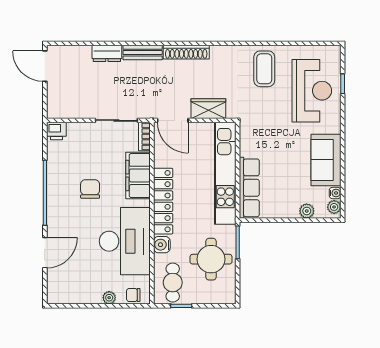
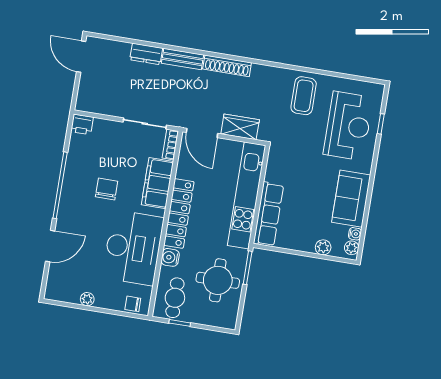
plant: (109, 298) -> (87, 299), moved

